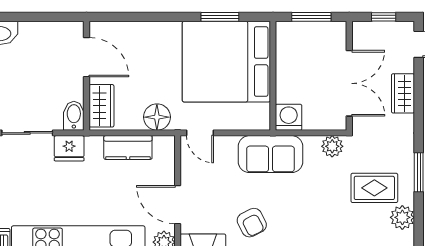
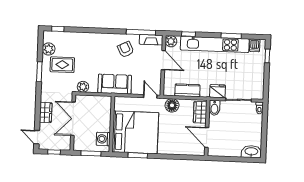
washing machine: (289, 117) -> (103, 139), moved, turned 90

